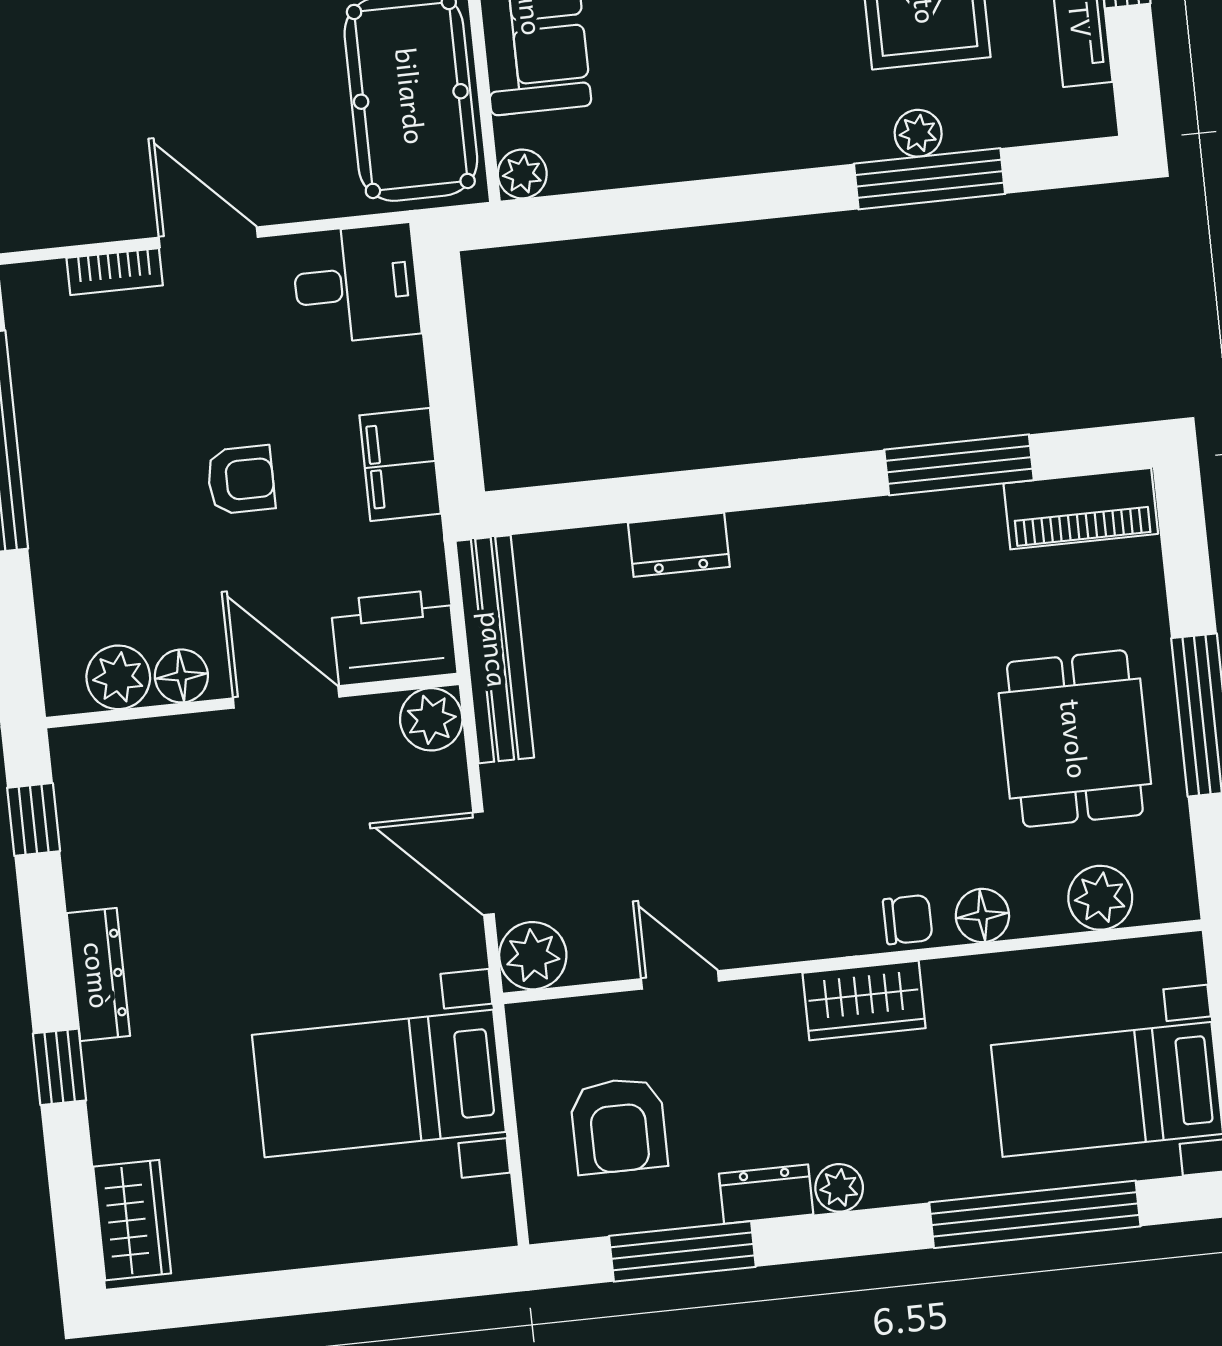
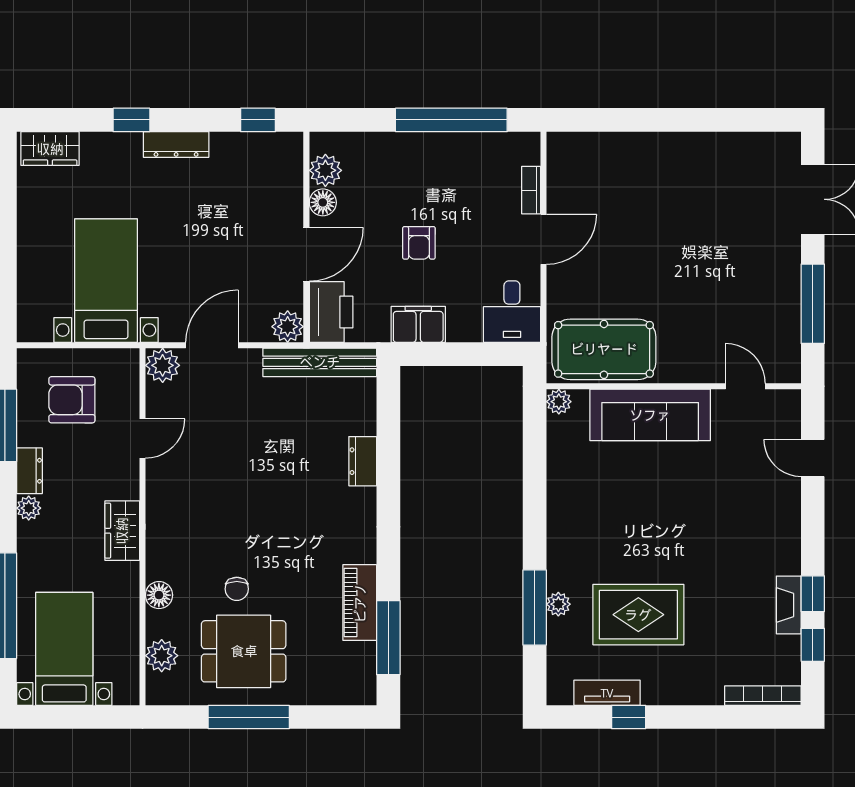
window: (959, 465) -> (388, 638), moved
piano: (1081, 509) -> (360, 603), moved
chair: (908, 920) -> (237, 589), moved

